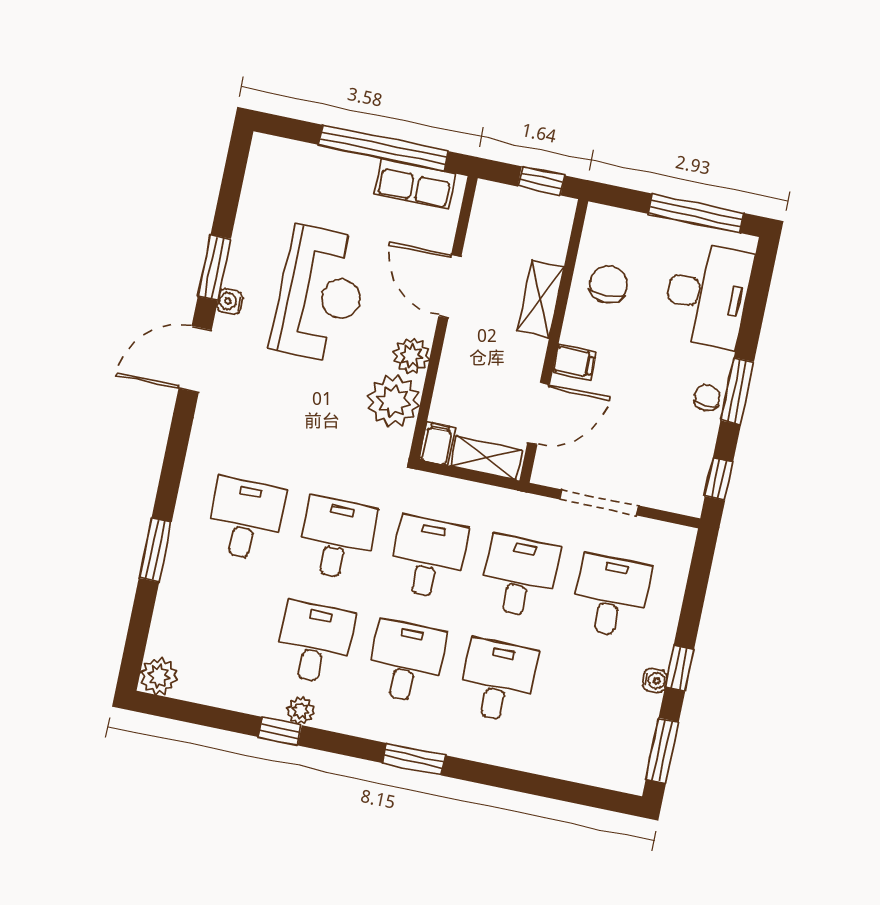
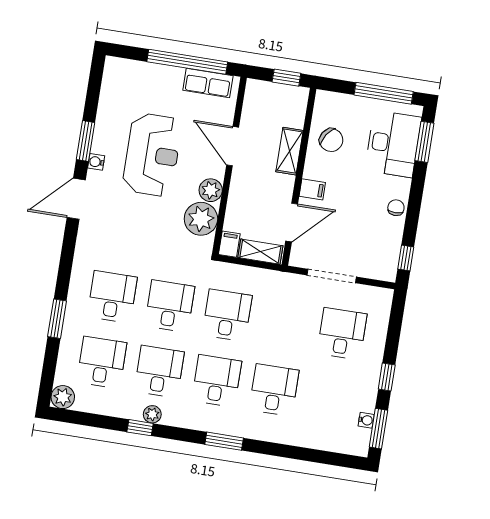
chair: (608, 284) -> (331, 140), turned 123
window: (737, 391) -> (424, 142), moved
desk: (520, 576) -> (102, 362), moved
water cooler: (655, 680) -> (366, 420), moved

